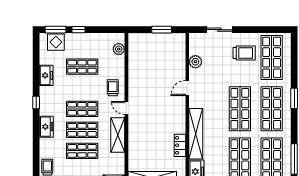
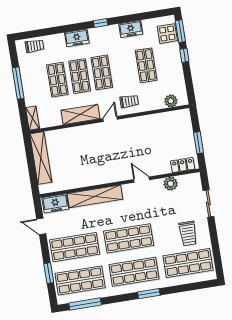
locker: (180, 145) -> (183, 165), moved

